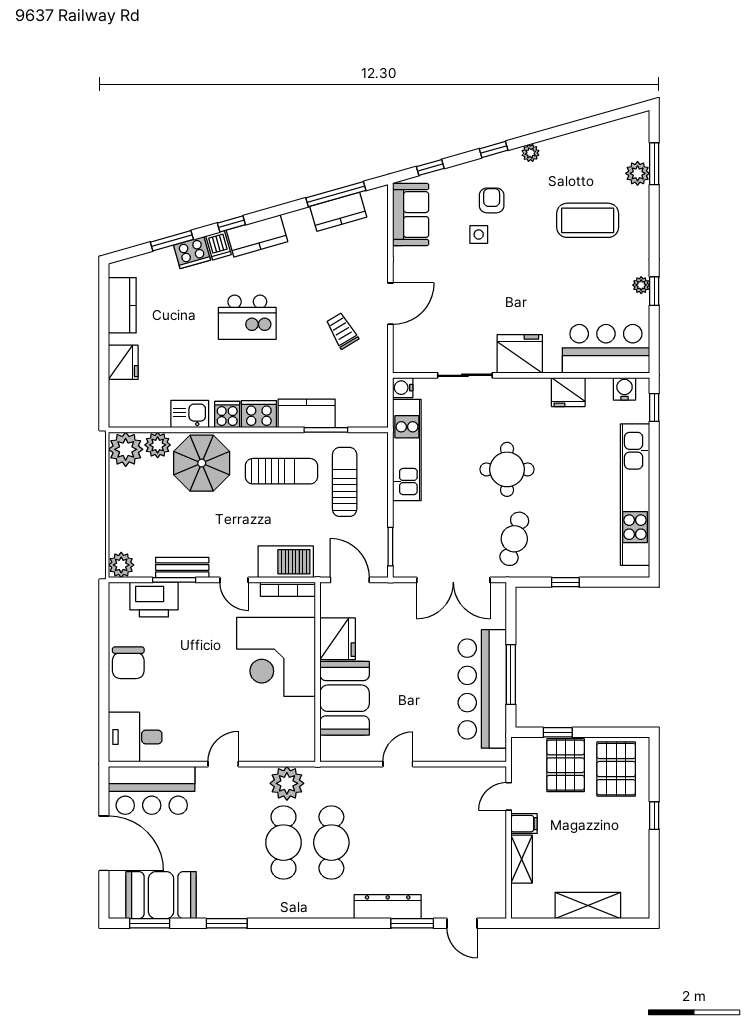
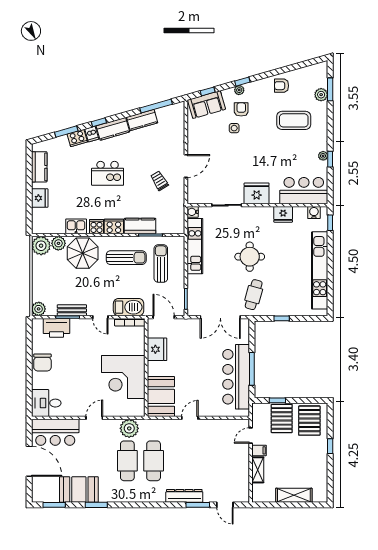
plant: (530, 153) -> (239, 90), moved
armchair: (565, 157) -> (282, 86), added
kitchen counter: (338, 212) -> (142, 120), moved
sofa: (411, 215) -> (206, 105), moved, turned 74
corner desk: (276, 657) -> (123, 377), moved
booth: (345, 698) -> (161, 396), moved
booth: (161, 895) -> (79, 490), moved

